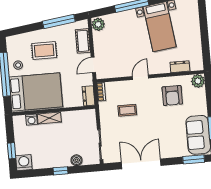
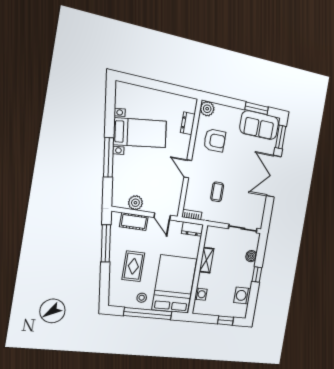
plant: (98, 24) -> (135, 203), moved
shelving: (49, 118) -> (207, 260), moved
washing machine: (24, 163) -> (242, 295), moved
double door: (141, 164) -> (274, 176), moved

